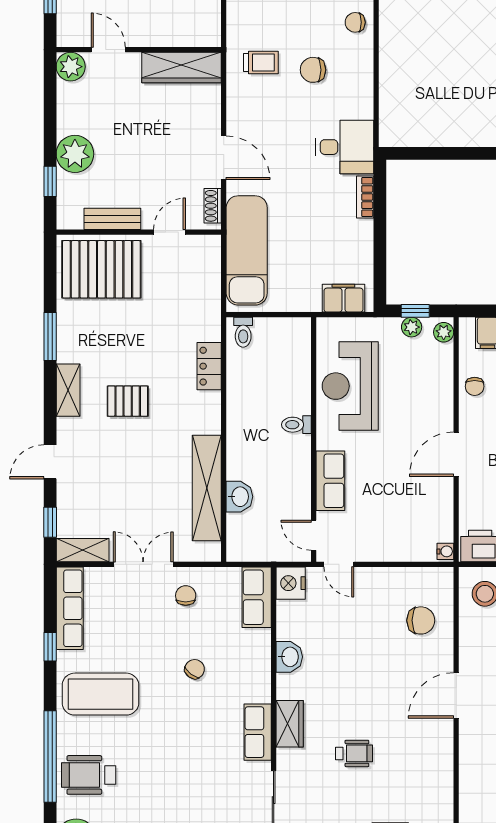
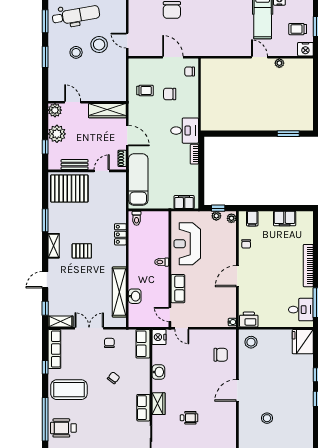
door: (108, 50) -> (73, 102), moved
wall: (139, 50) -> (87, 102), moved
plant: (71, 67) -> (55, 110), moved
wardrobe: (182, 68) -> (107, 111), moved

